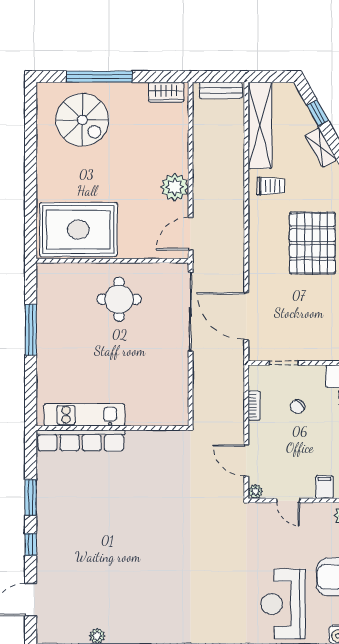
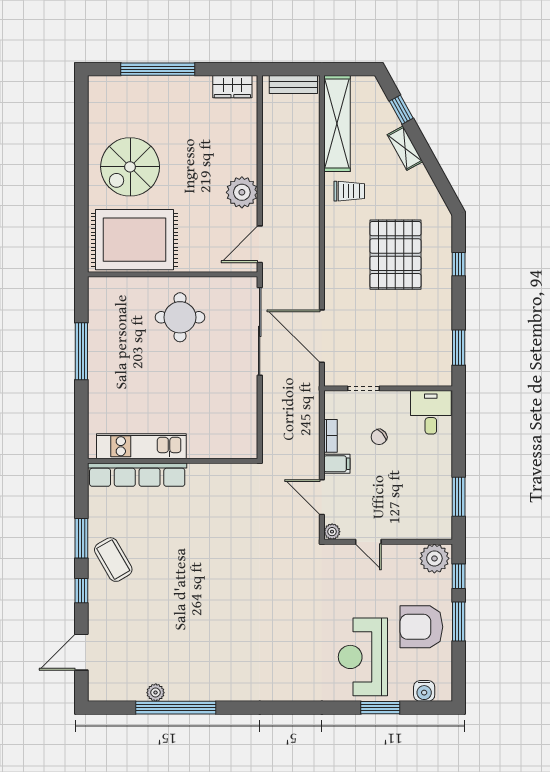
spiral stairs: (82, 120) -> (130, 167), moved, turned 90
filing cabinet: (324, 487) -> (337, 464), moved, turned 90
coffee table: (59, 517) -> (113, 560), added

